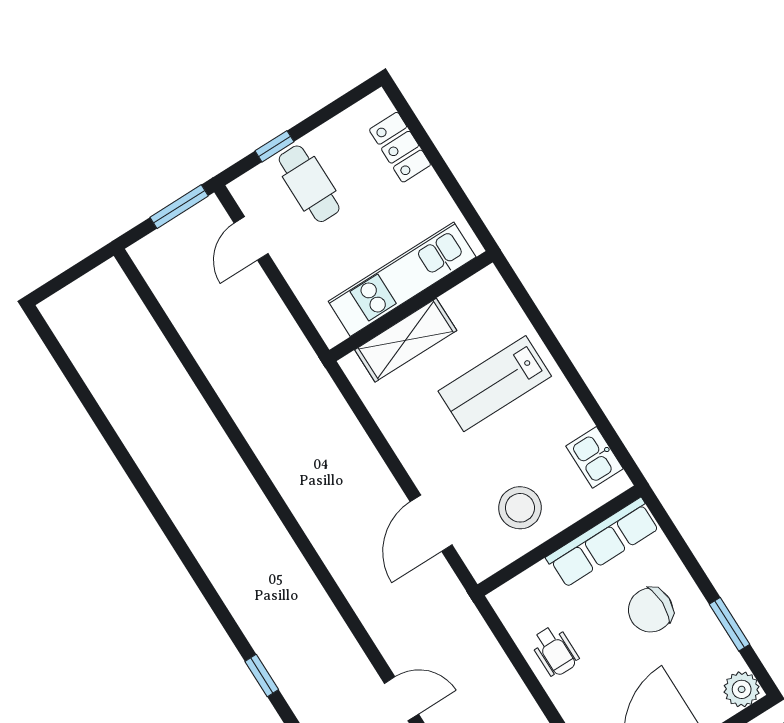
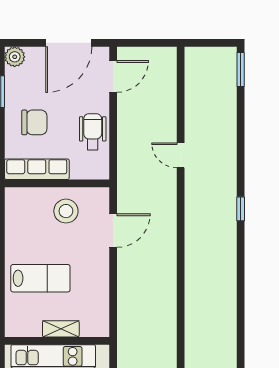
shelving: (406, 340) -> (61, 329), width x0.67, depth x0.75
kitchen sink: (595, 457) -> (15, 213), removed
wheelchair: (555, 651) -> (93, 132), width x1.36, depth x1.37

